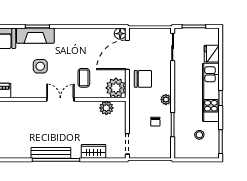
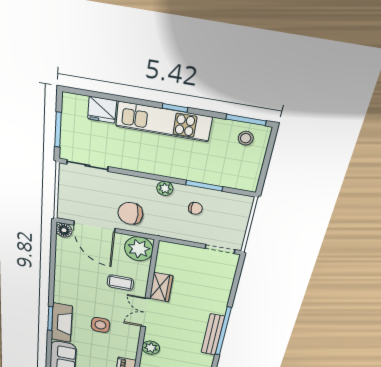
chair: (143, 79) -> (130, 213), turned -90
plant: (106, 108) -> (151, 348), moved
stool: (199, 135) -> (246, 138), moved
wardrobe: (93, 151) -> (161, 287), moved, turned 180

